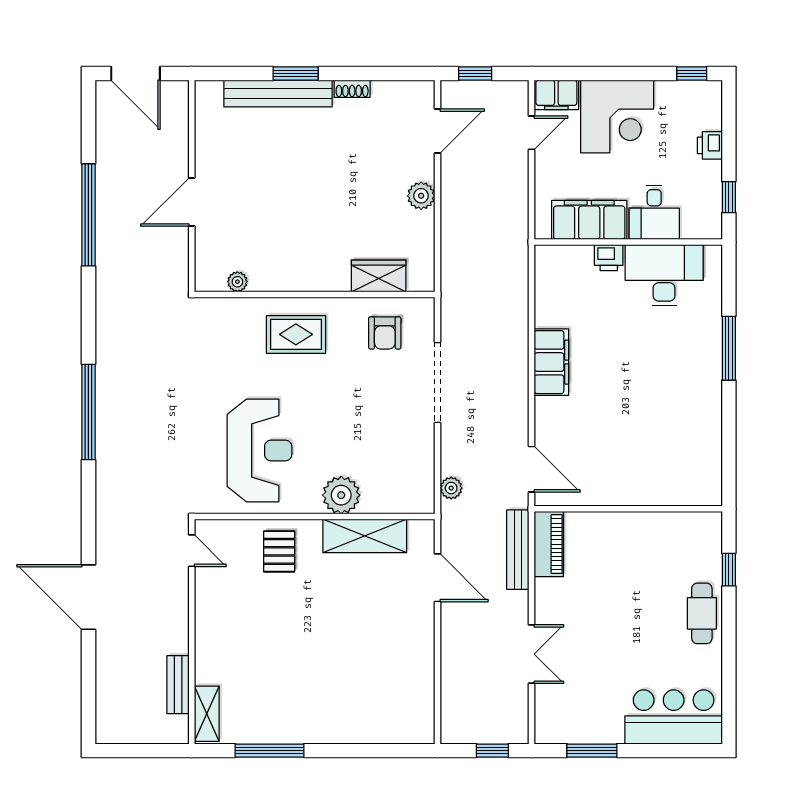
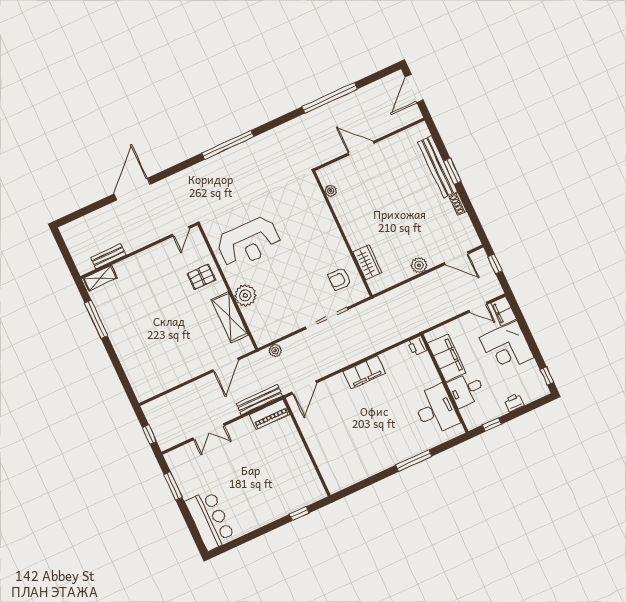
printer: (609, 258) -> (417, 346), moved
rug: (296, 334) -> (317, 234), removed
cafe table: (702, 613) -> (270, 510), removed

